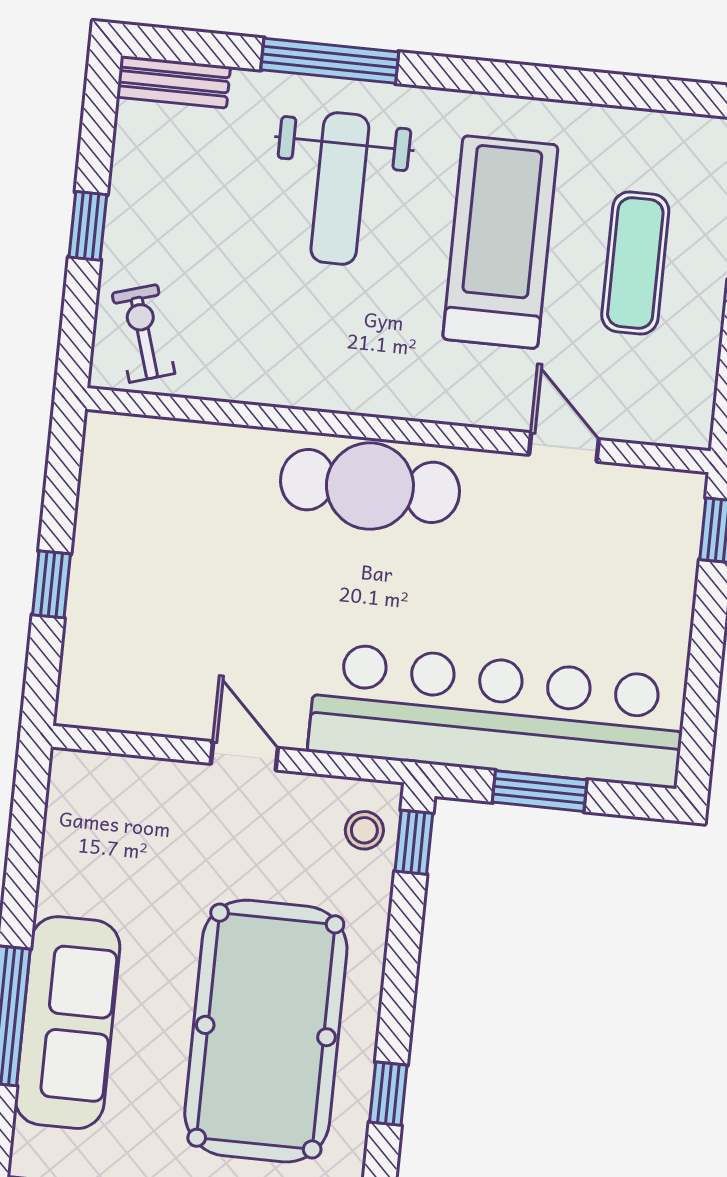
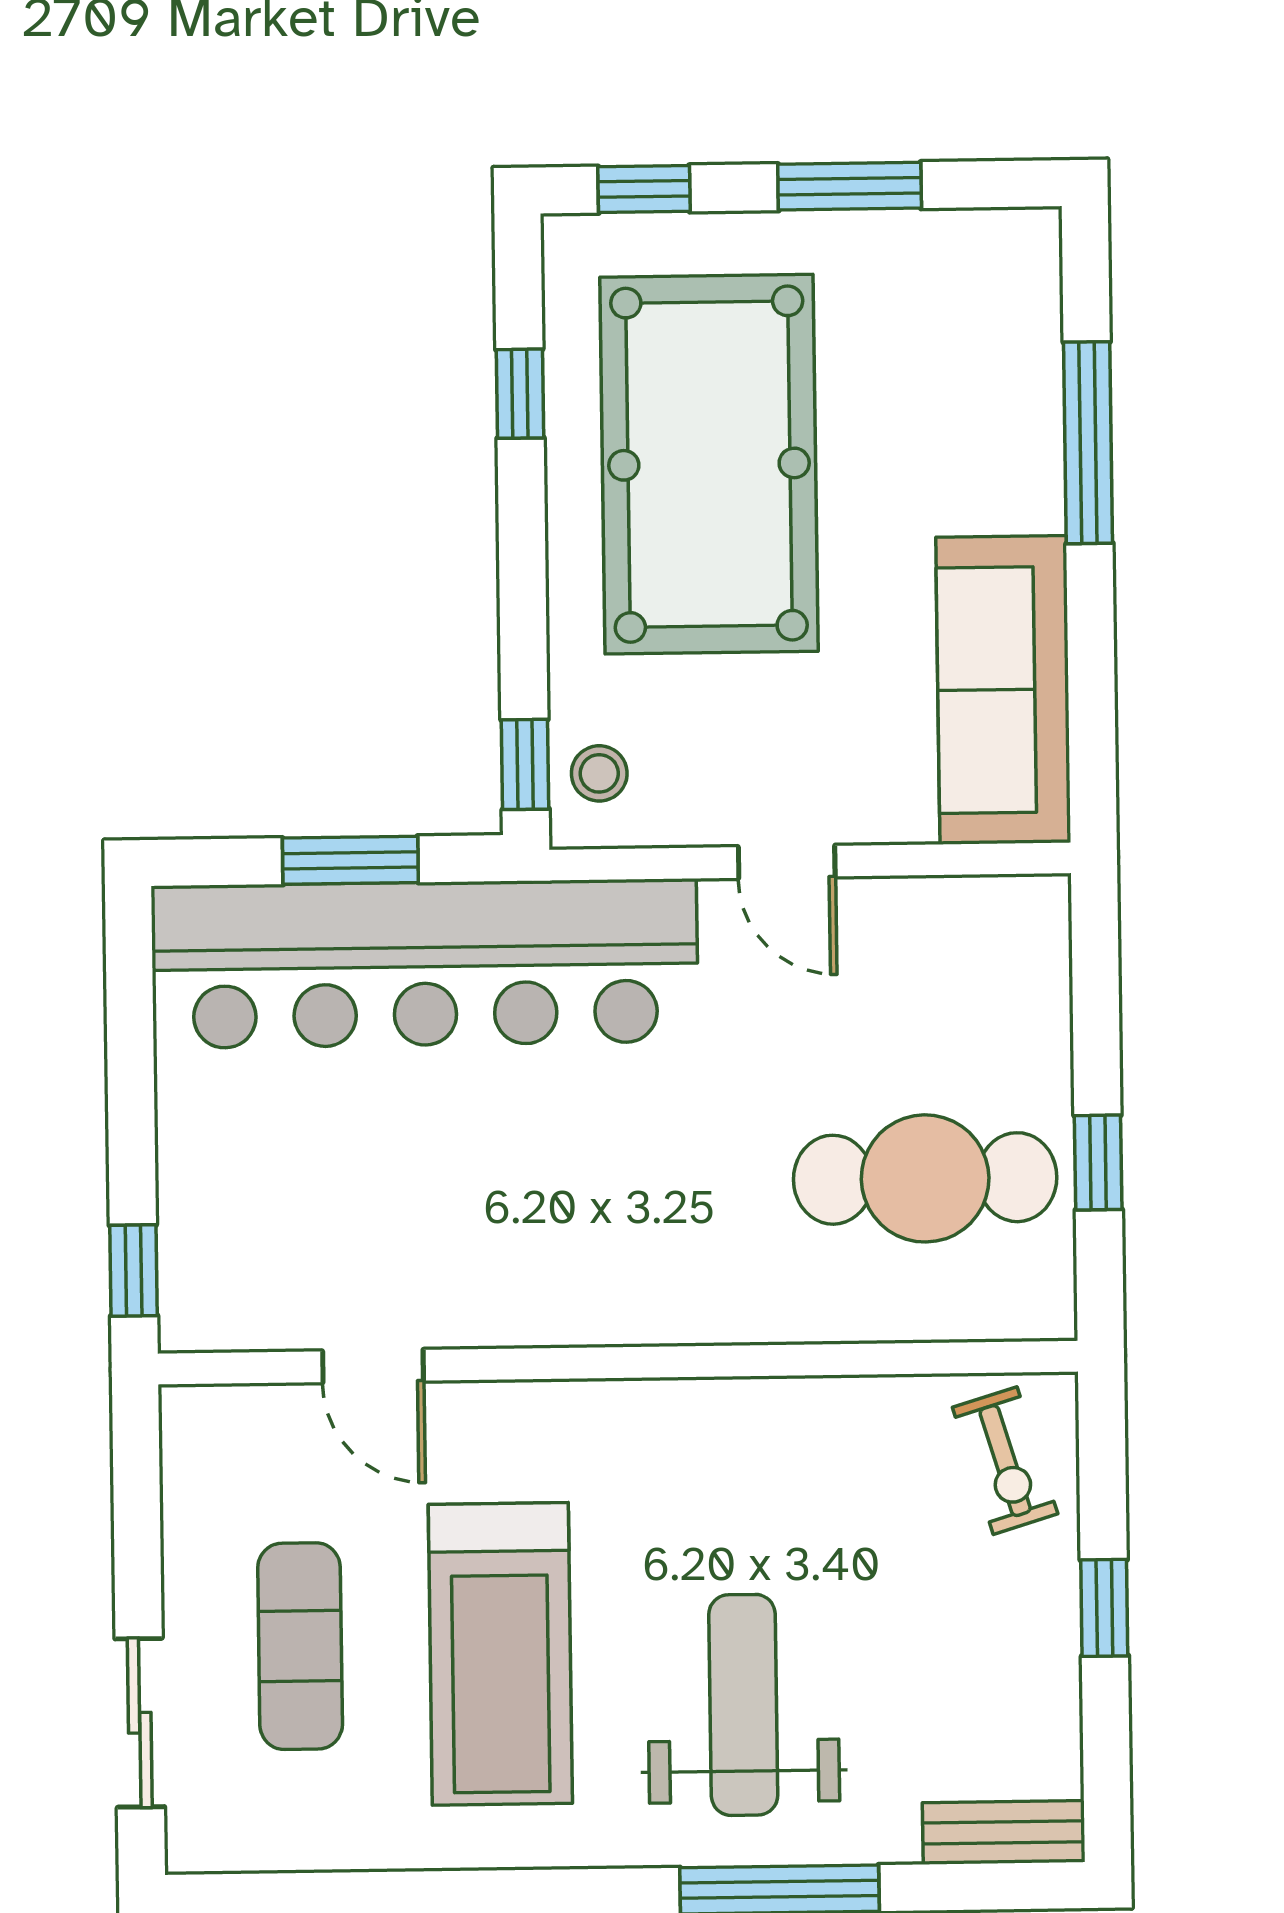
cafe table: (370, 486) -> (925, 1178), moved
window: (51, 584) -> (1098, 1163), moved
sofa: (67, 1023) -> (1003, 690), moved

